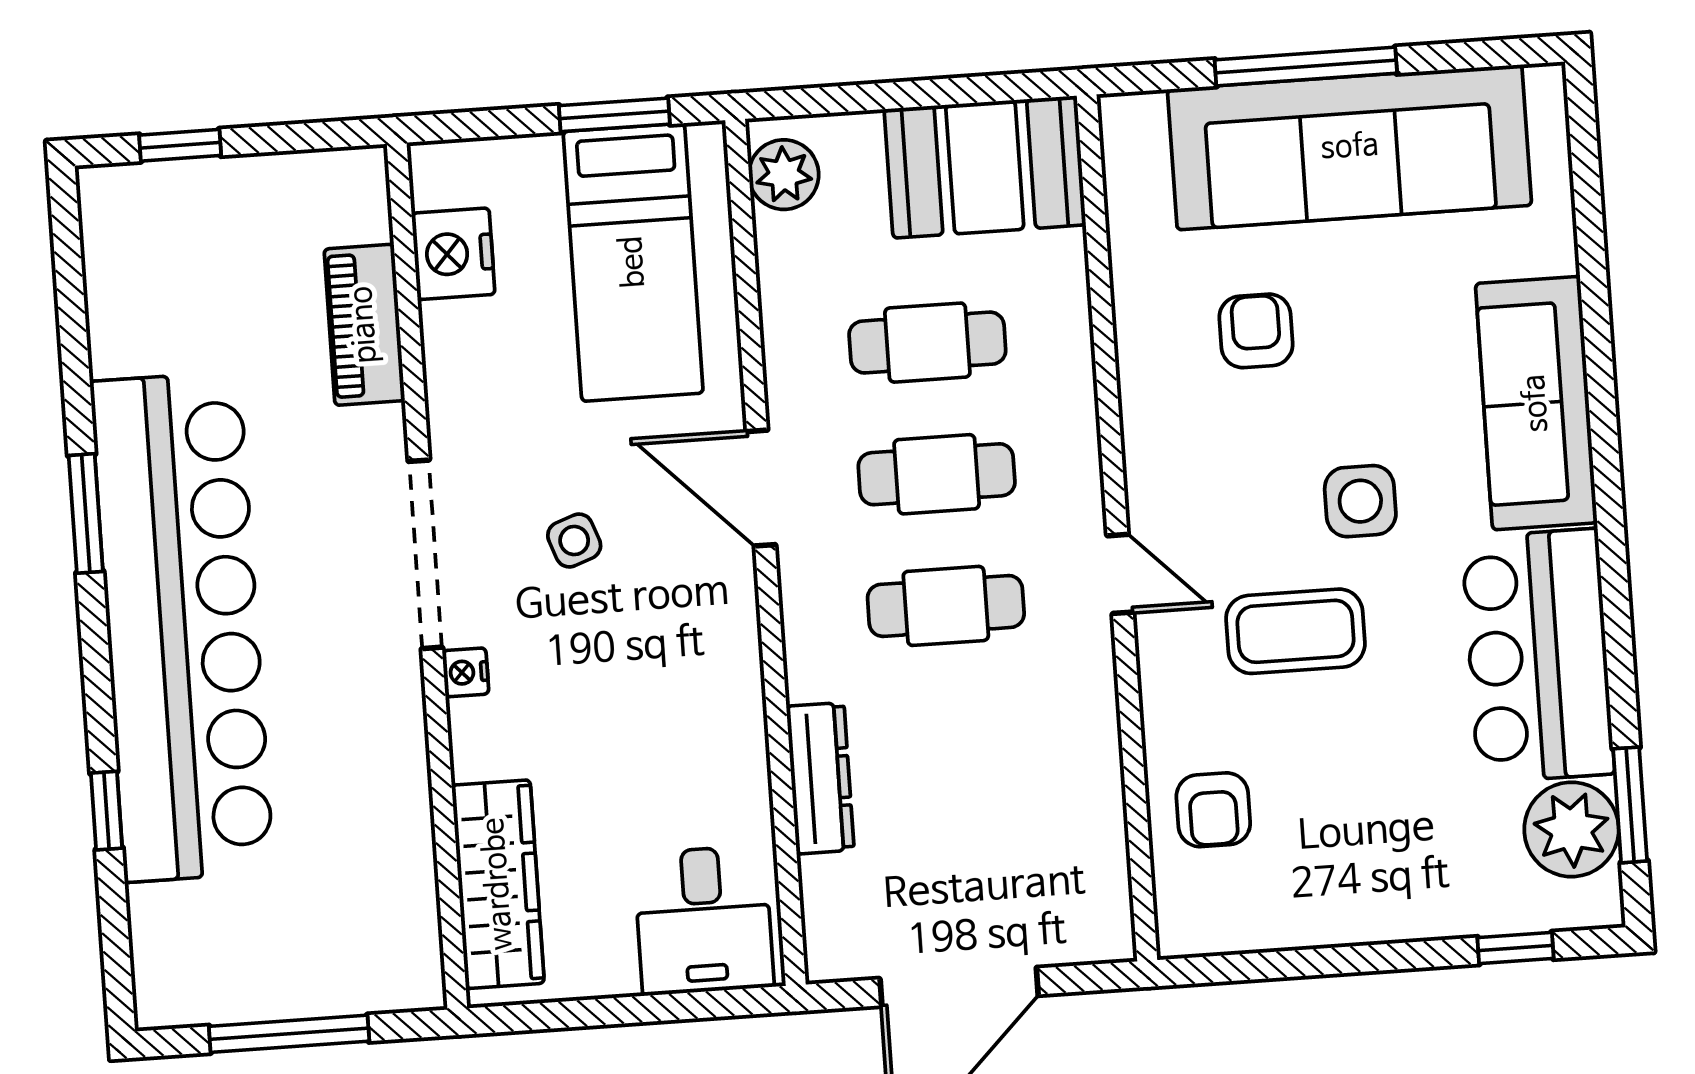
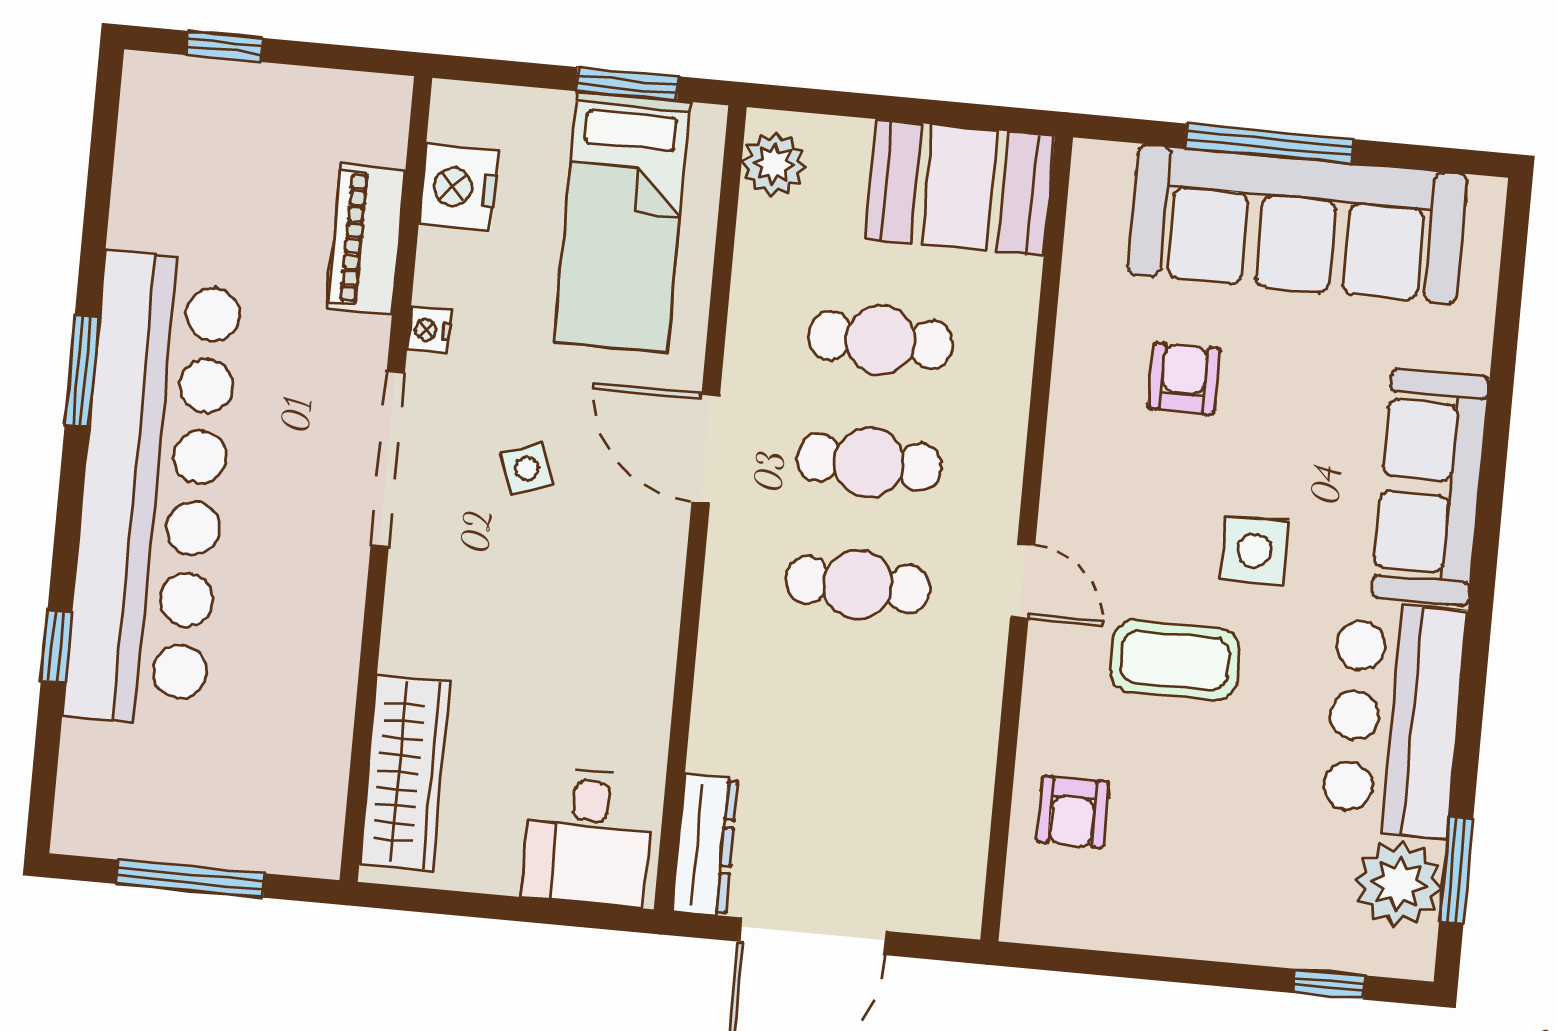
nightstand: (465, 672) -> (429, 330), moved
dresser: (820, 778) -> (705, 845), moved

